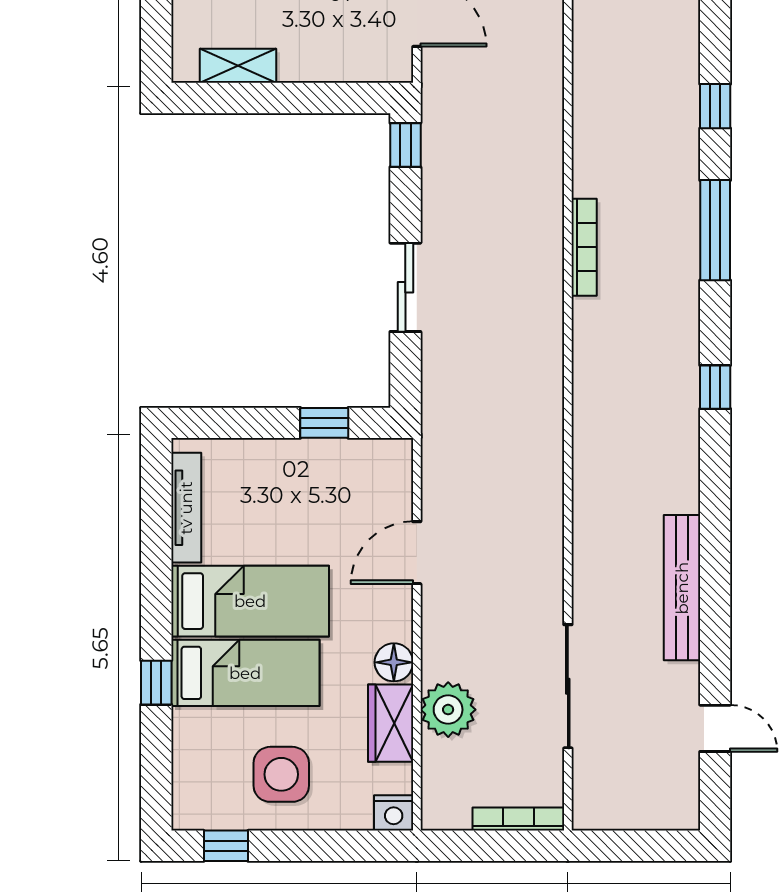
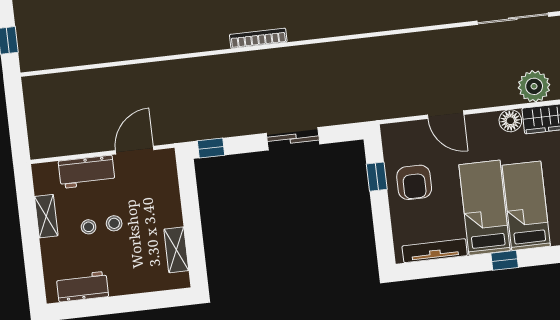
armchair: (307, 486) -> (414, 182), added
window: (156, 683) -> (505, 260), moved

